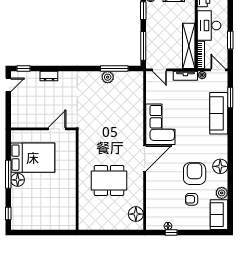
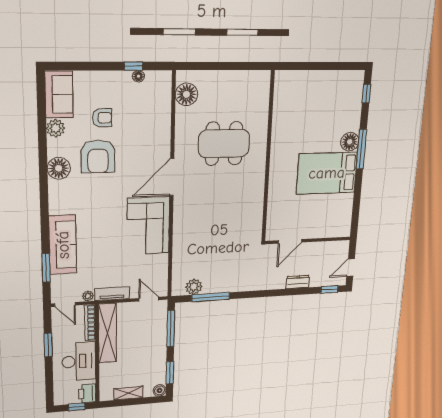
plant: (108, 77) -> (194, 287), moved
wall: (43, 129) -> (308, 241), moved
door: (57, 129) -> (290, 241), moved

